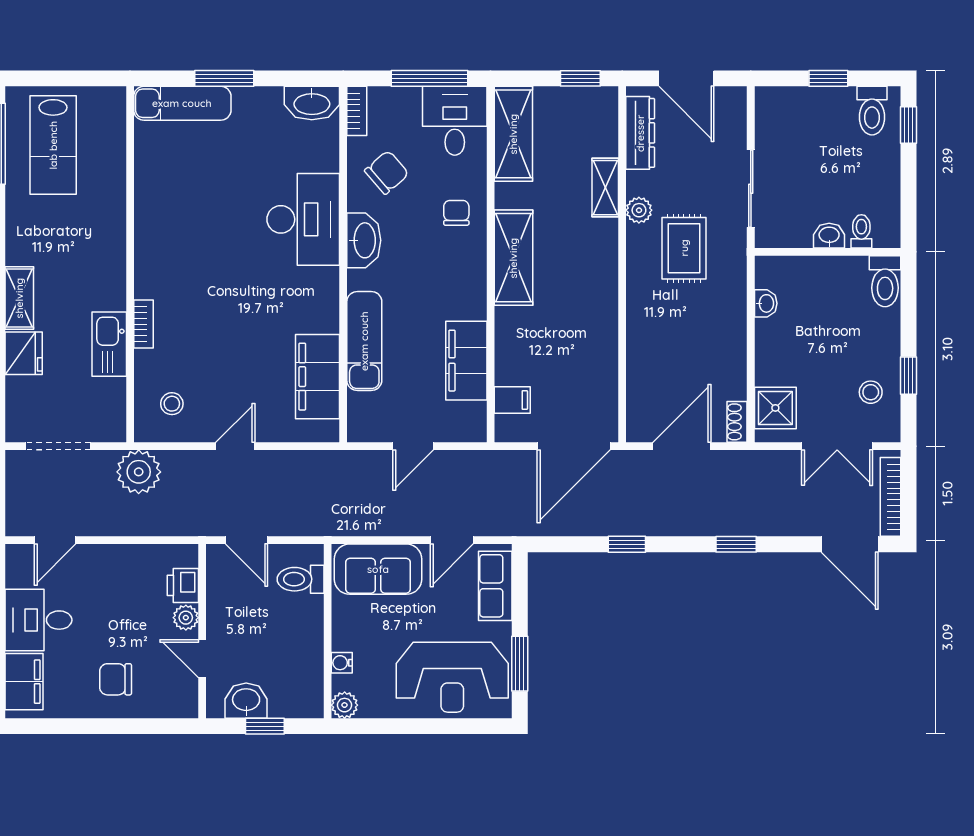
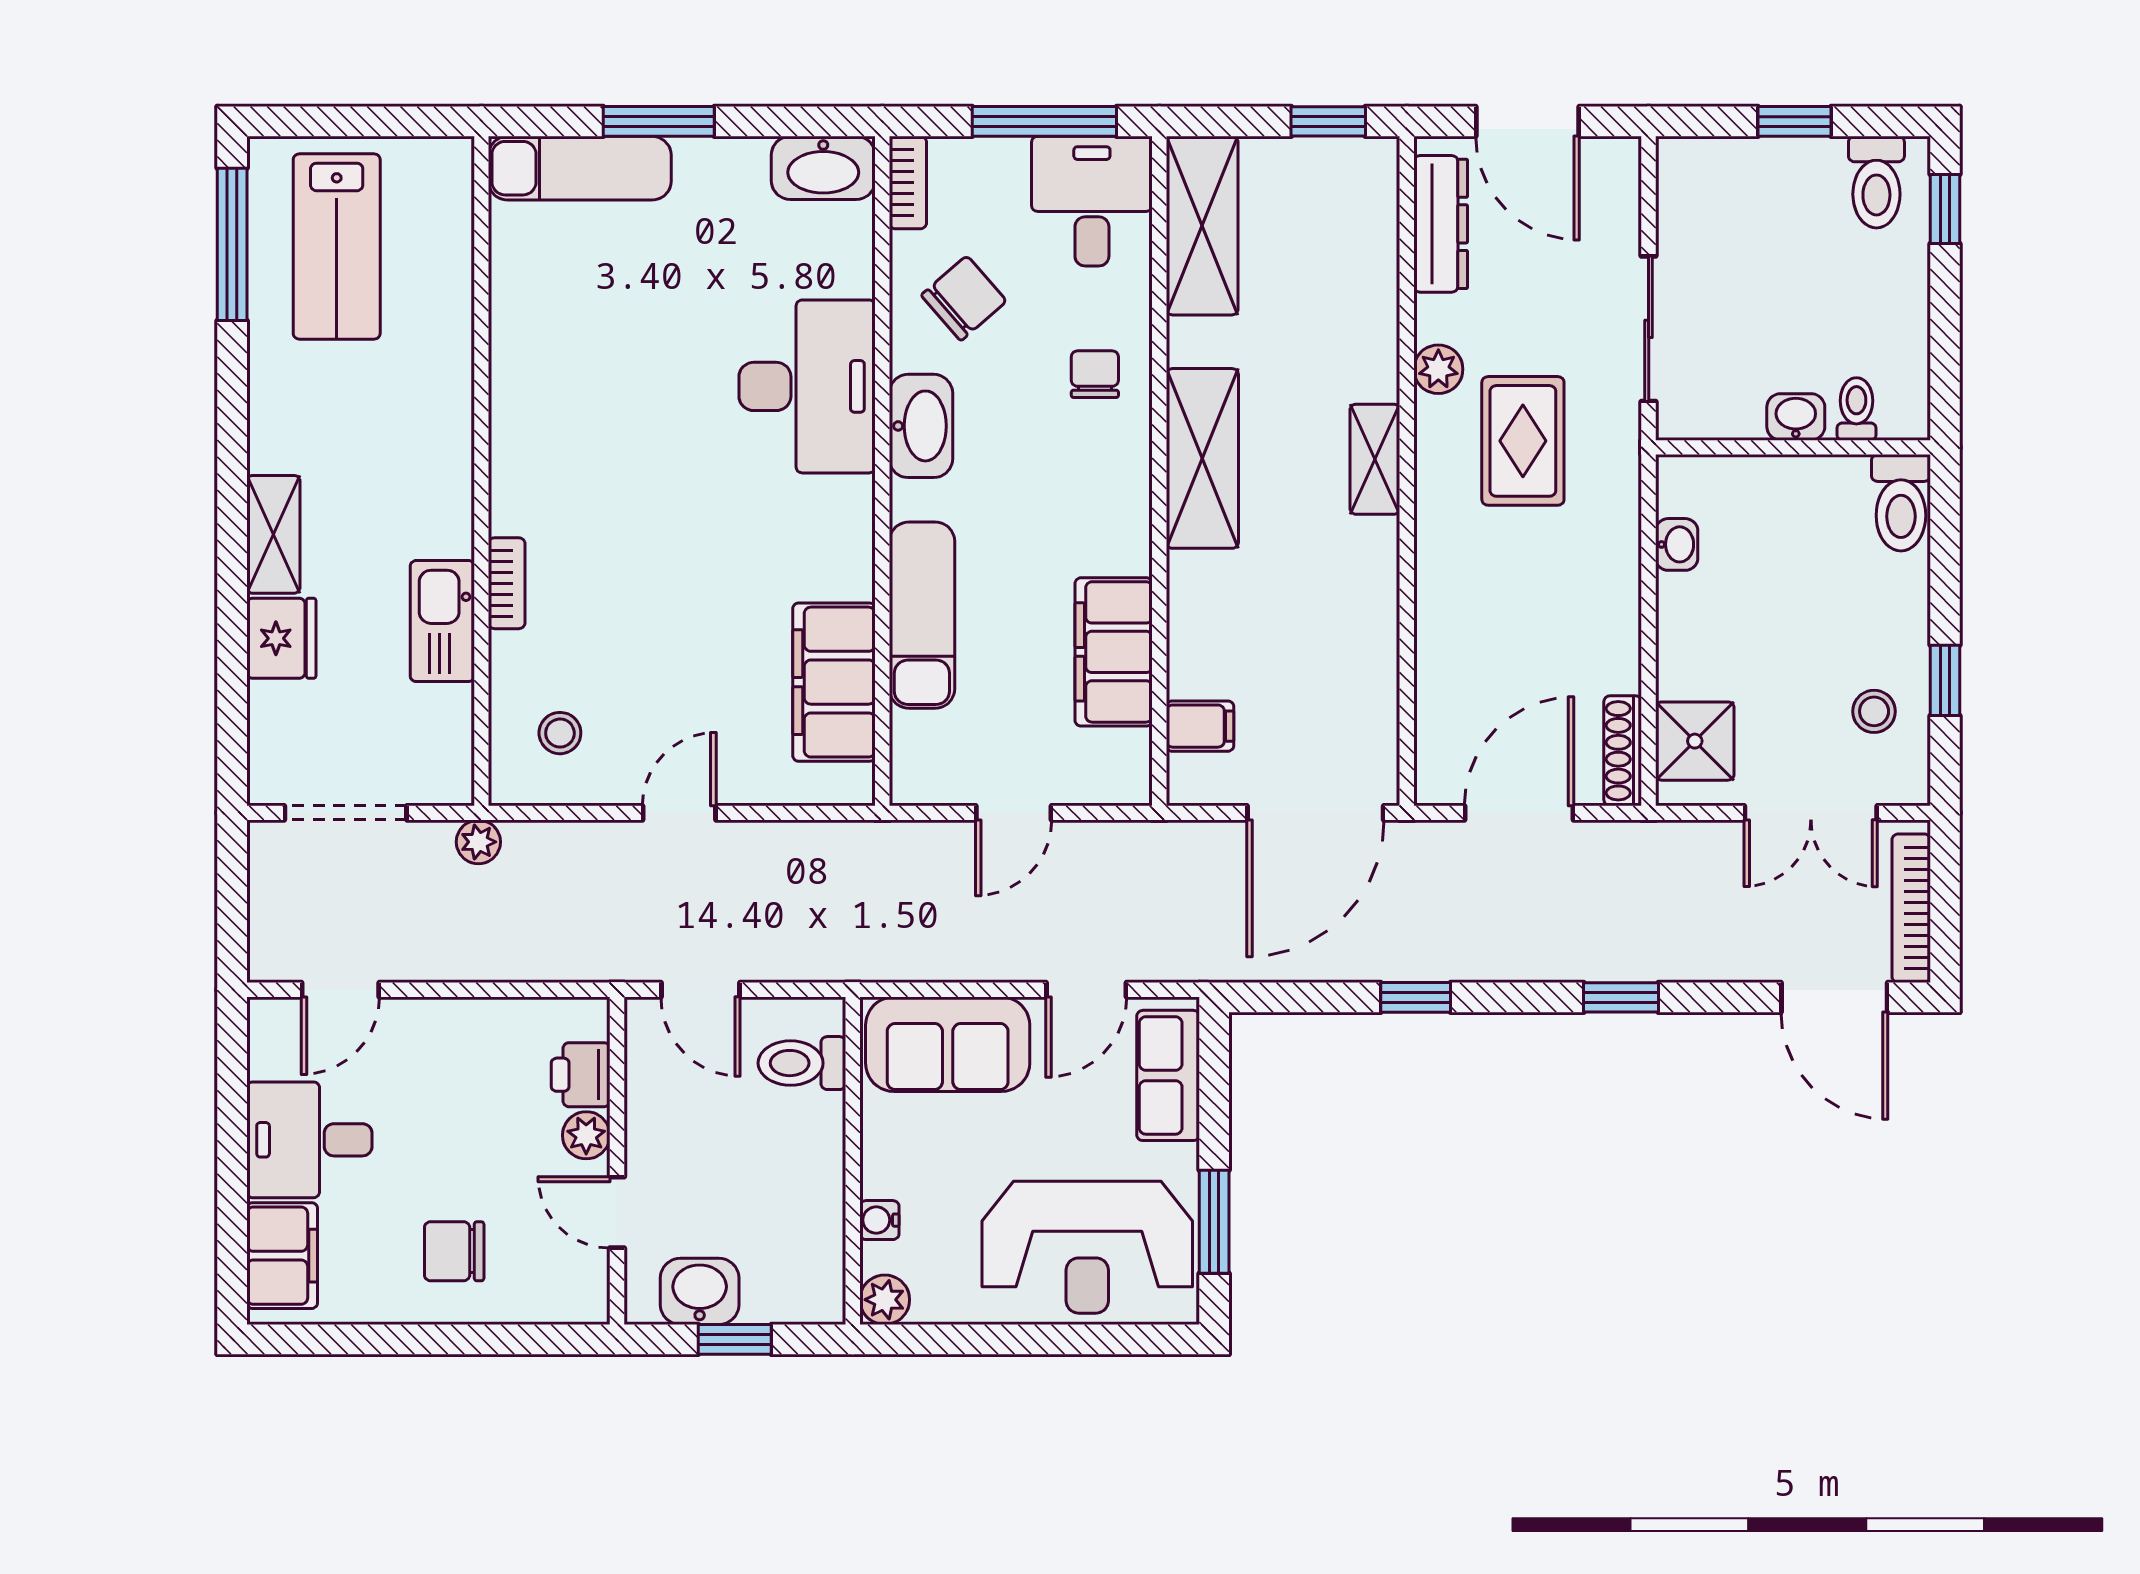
shelving: (605, 188) -> (1375, 459), moved
shoe rack: (737, 422) -> (1623, 751), width x1.43
plant: (139, 472) -> (478, 842), width x0.53, depth x0.53

